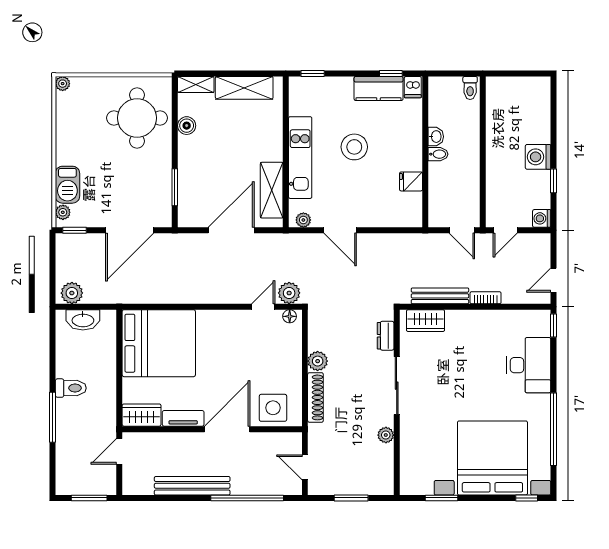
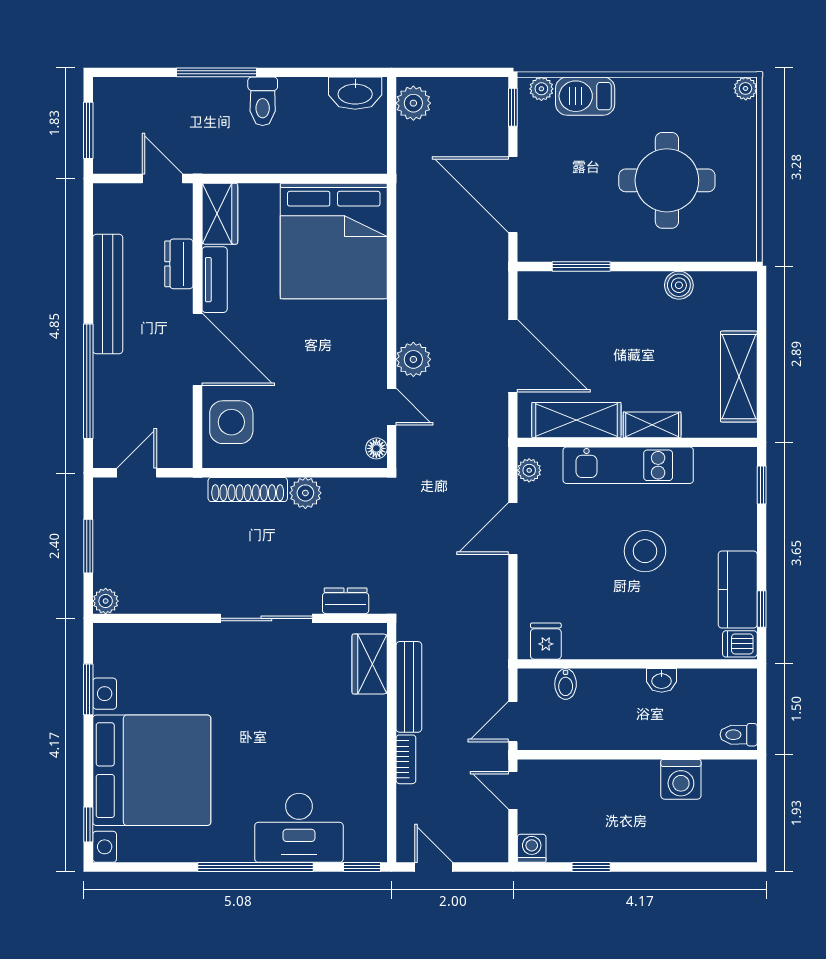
shelving: (196, 84) -> (652, 425), moved, turned 90
round table: (137, 118) -> (667, 180), moved
bidet: (438, 154) -> (566, 684), moved
washing machine: (538, 157) -> (681, 779), moved, turned 180
fridge: (411, 181) -> (546, 641), moved
plant: (289, 293) -> (413, 359), moved
washbasin: (83, 320) -> (355, 93), moved, turned -90
window: (553, 429) -> (255, 867), moved
plant: (386, 435) -> (106, 601), moved
dresser: (173, 441) -> (179, 264), added

